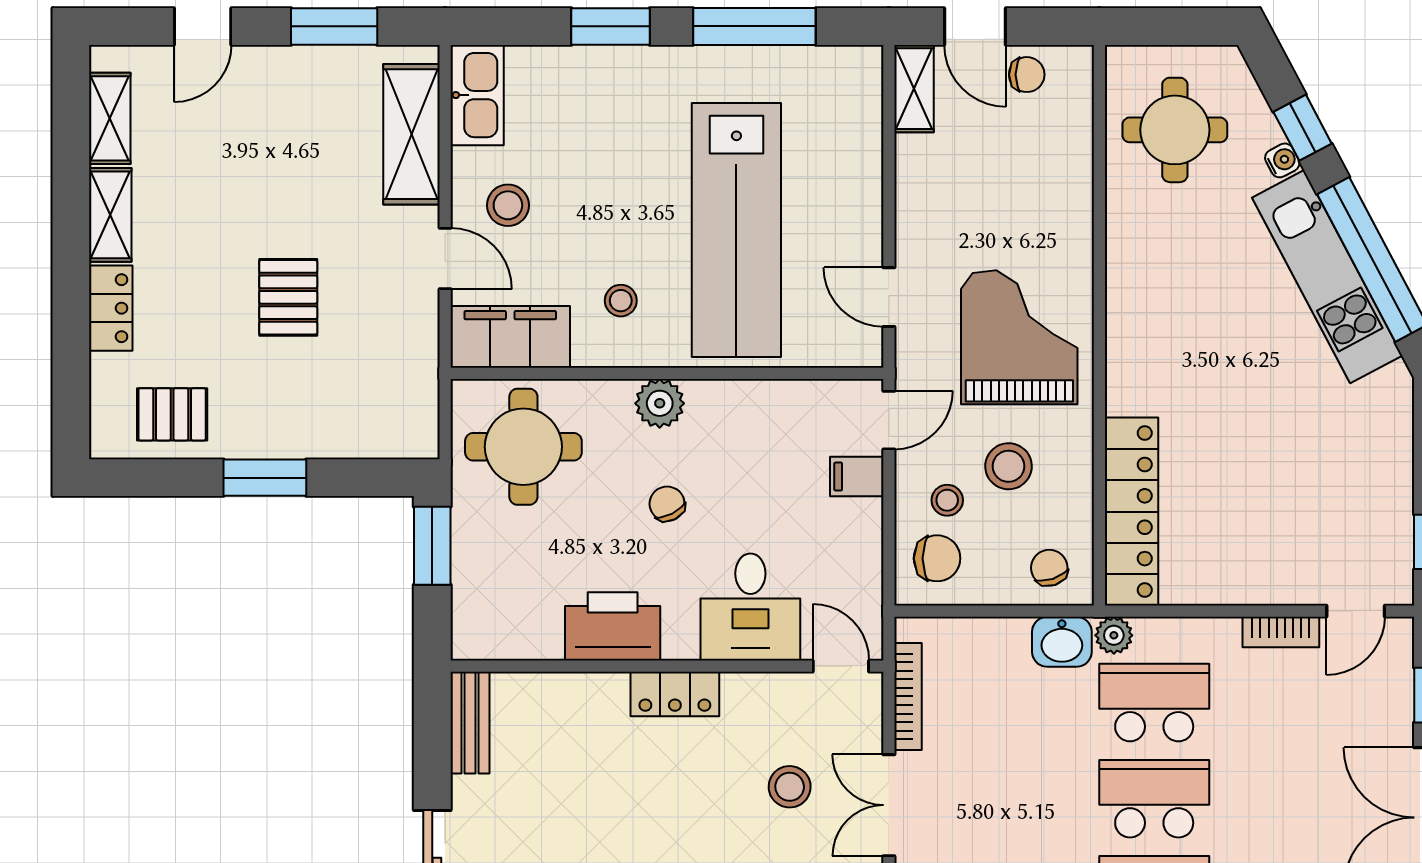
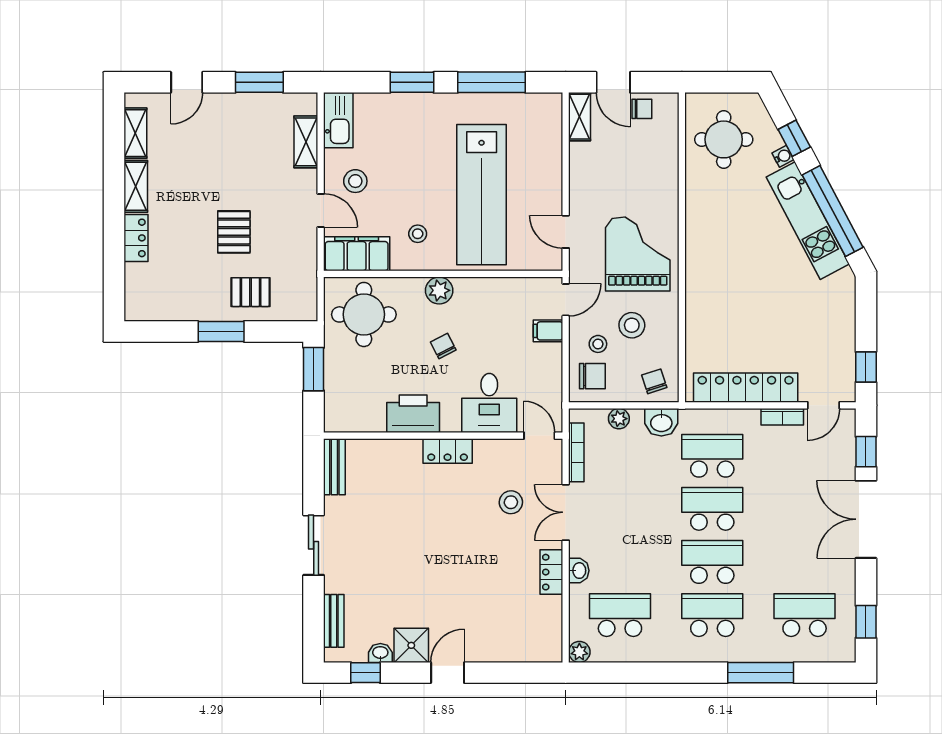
shelving: (411, 134) -> (306, 142), width x0.67, depth x0.75
pallet: (172, 414) -> (251, 292), moved
locker: (1131, 512) -> (746, 388), moved, turned -90
plant: (1114, 635) -> (619, 419), moved

